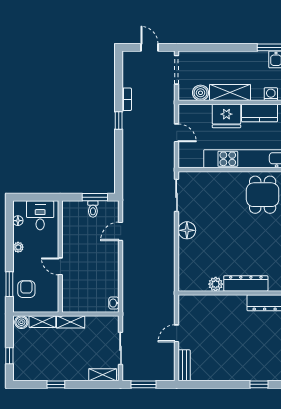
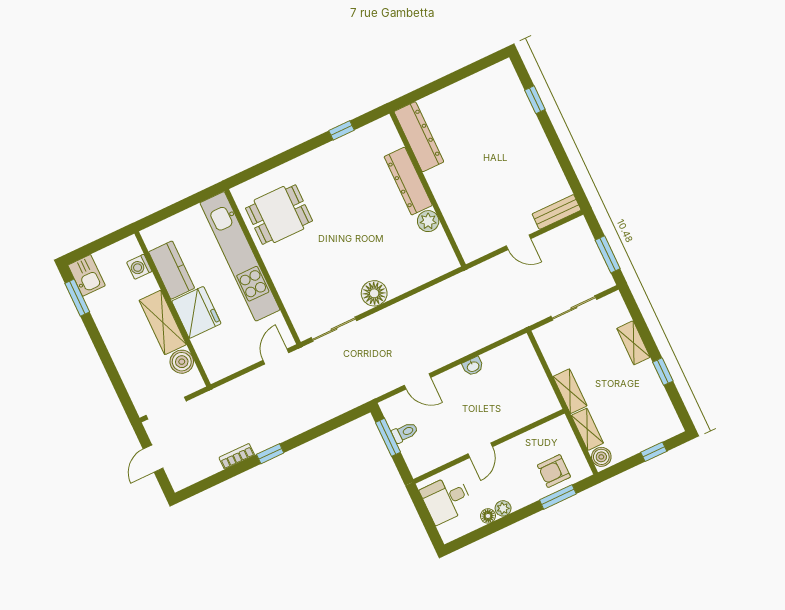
door: (177, 133) -> (276, 357), moved
floor lamp: (18, 221) -> (488, 516), moved
door: (60, 266) -> (480, 450), moved
washbasin: (114, 303) -> (473, 366), moved
shelving: (103, 375) -> (634, 343), moved

